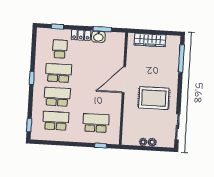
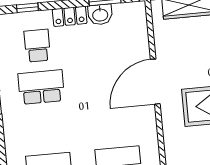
school desk: (57, 97) -> (45, 128), removed

